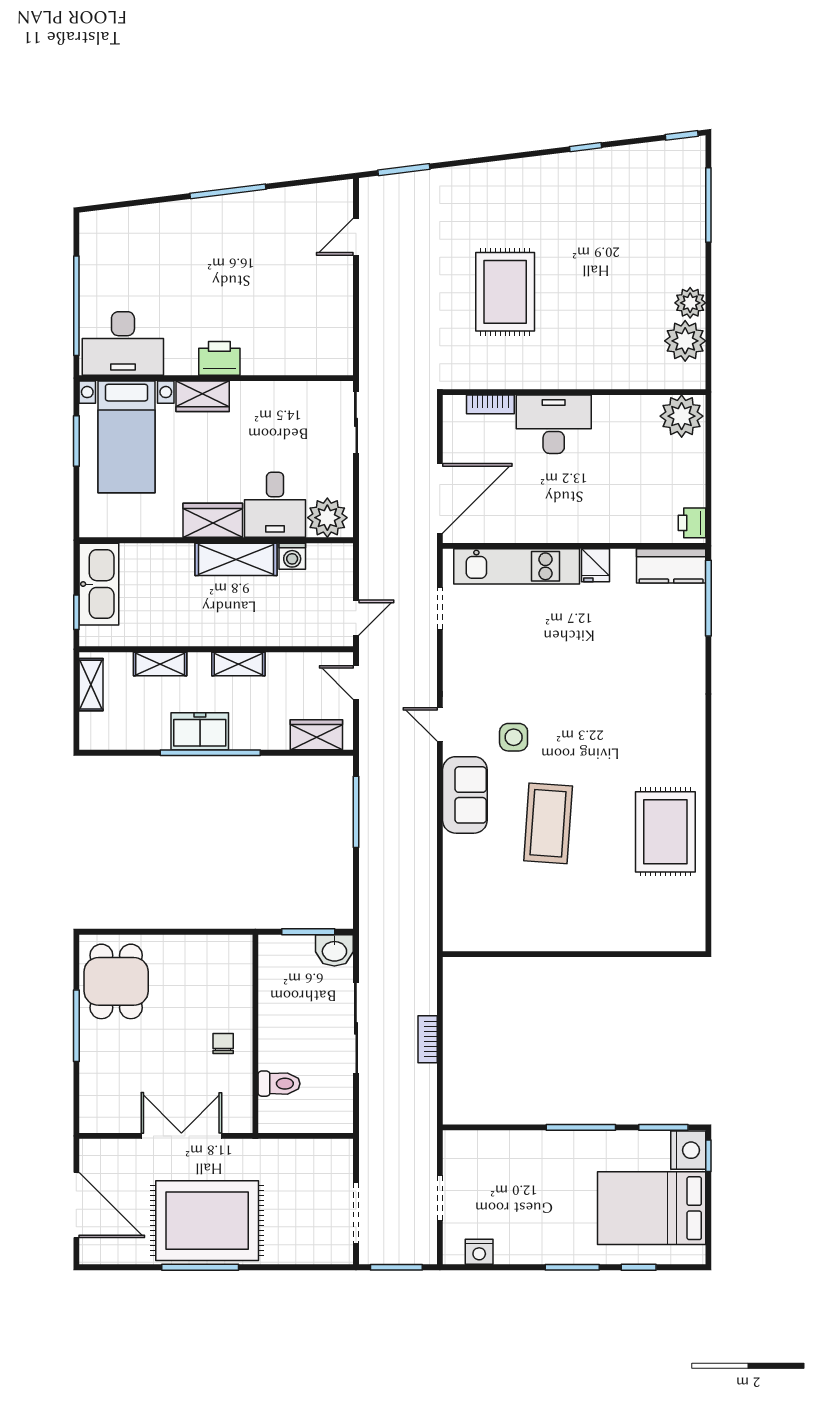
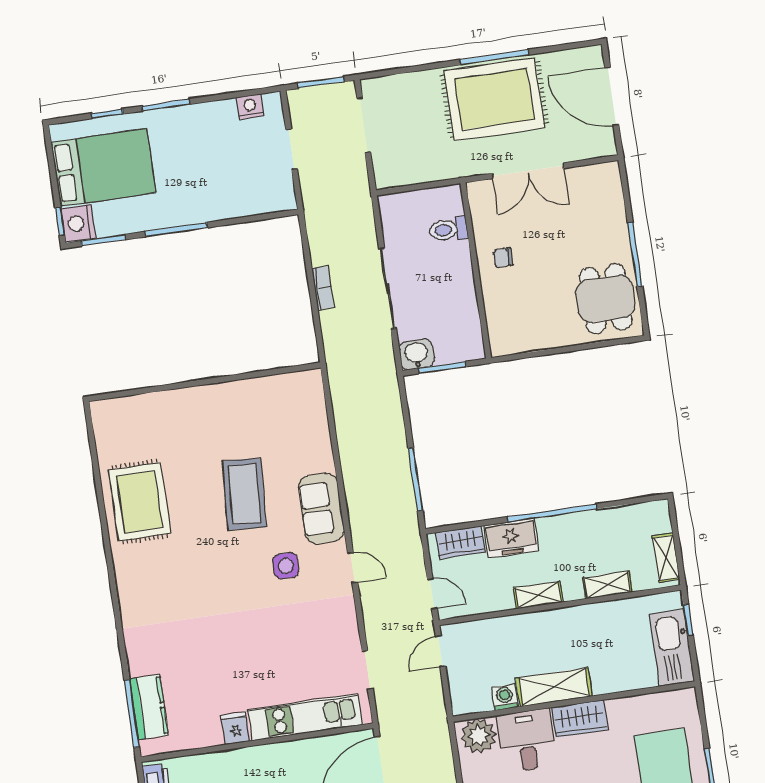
kitchen counter: (671, 566) -> (149, 707), moved, turned 90
freezer: (200, 731) -> (511, 538), moved
chair: (223, 1044) -> (503, 258), turned 90

